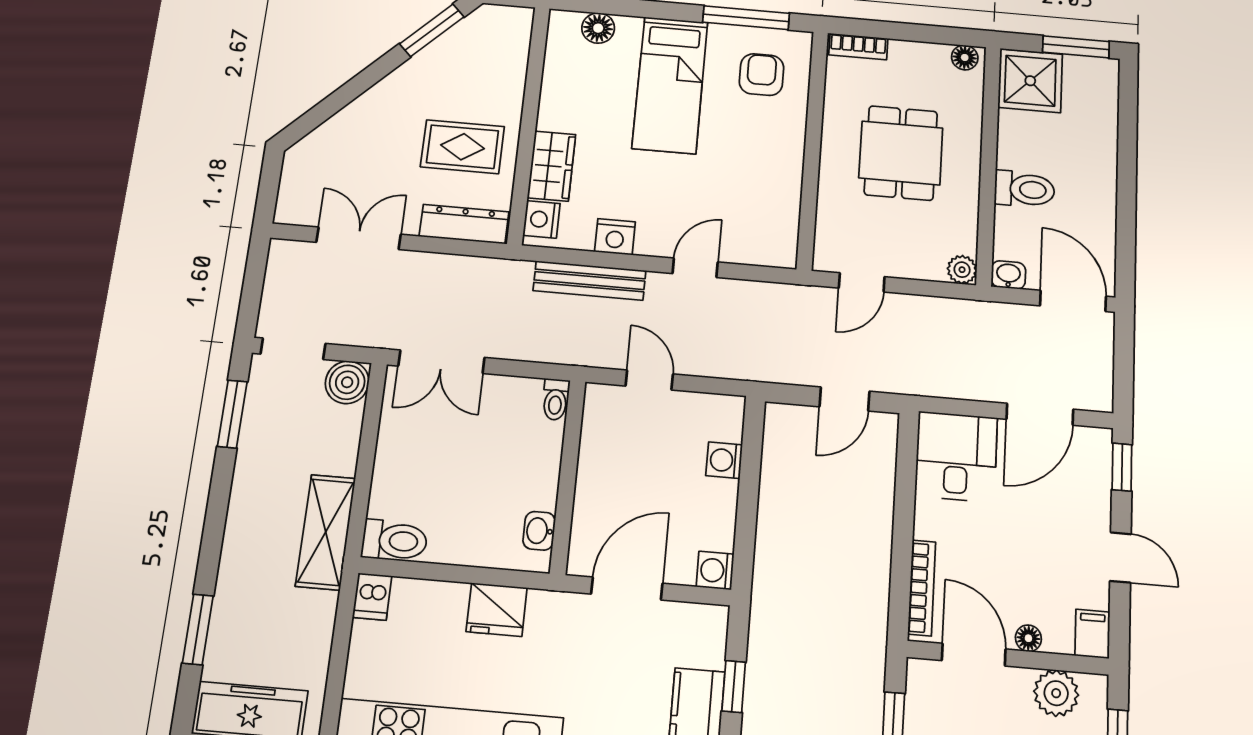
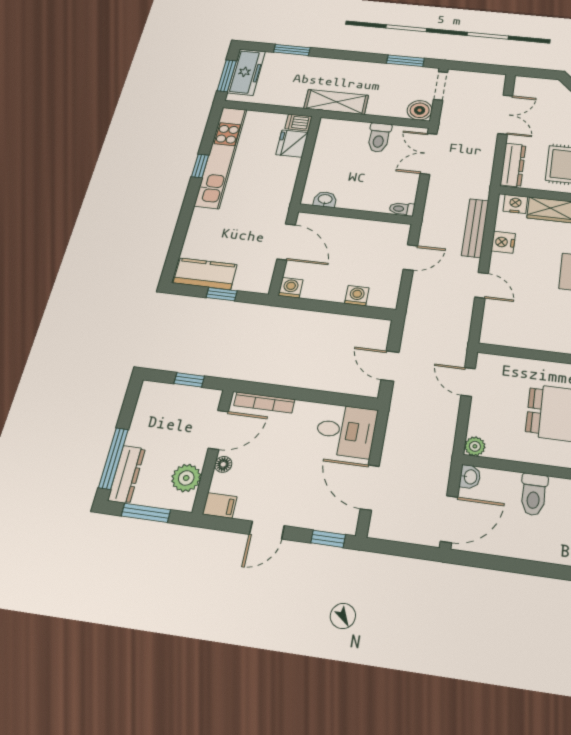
toilet: (395, 541) -> (379, 138), moved
fridge: (497, 610) -> (292, 144), moved

